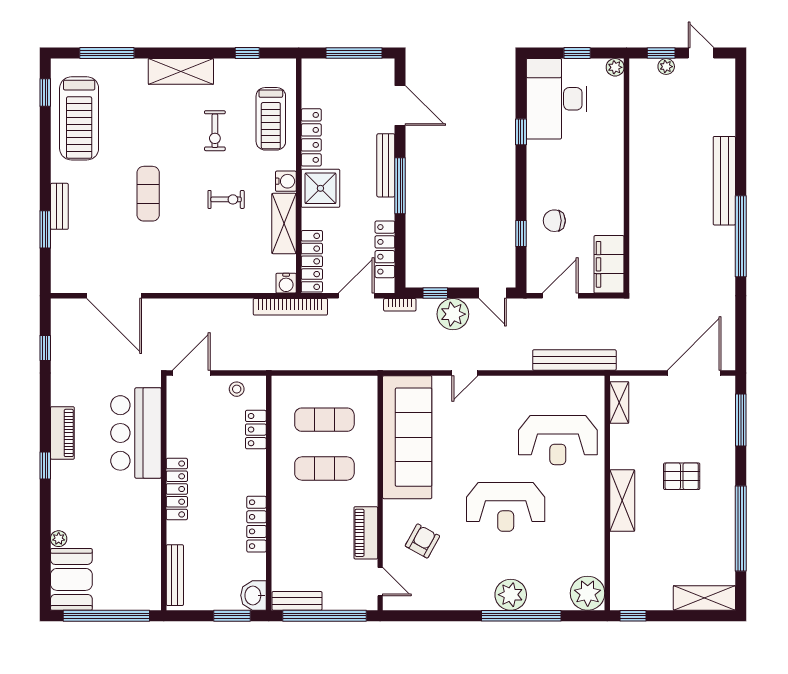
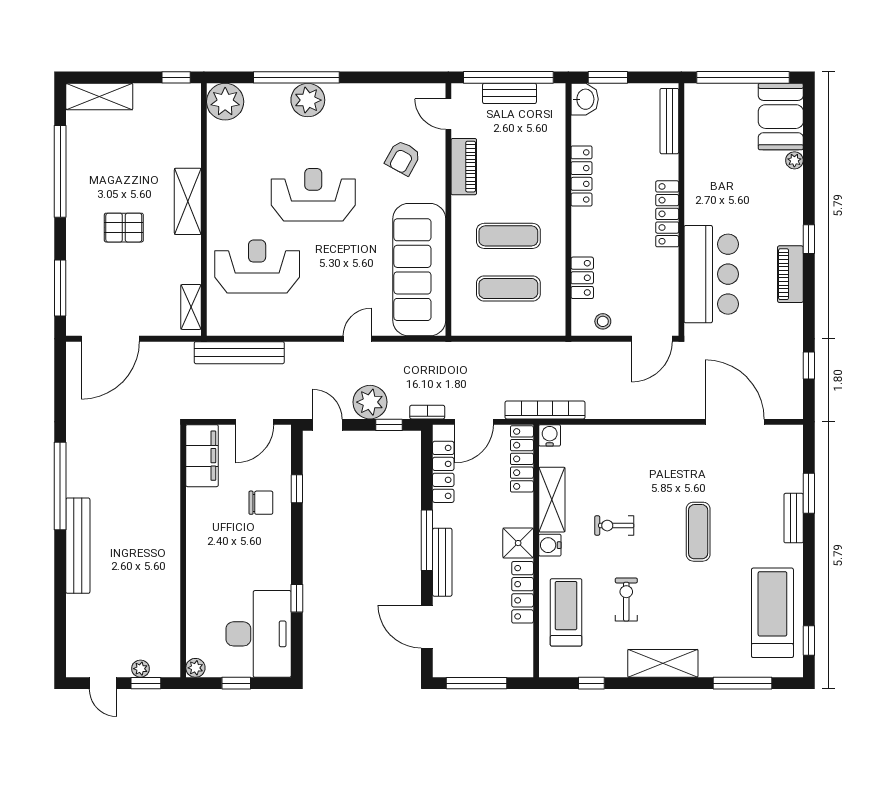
shower: (320, 188) -> (518, 543), width x0.73, depth x0.73
bench: (297, 601) -> (509, 93), moved

